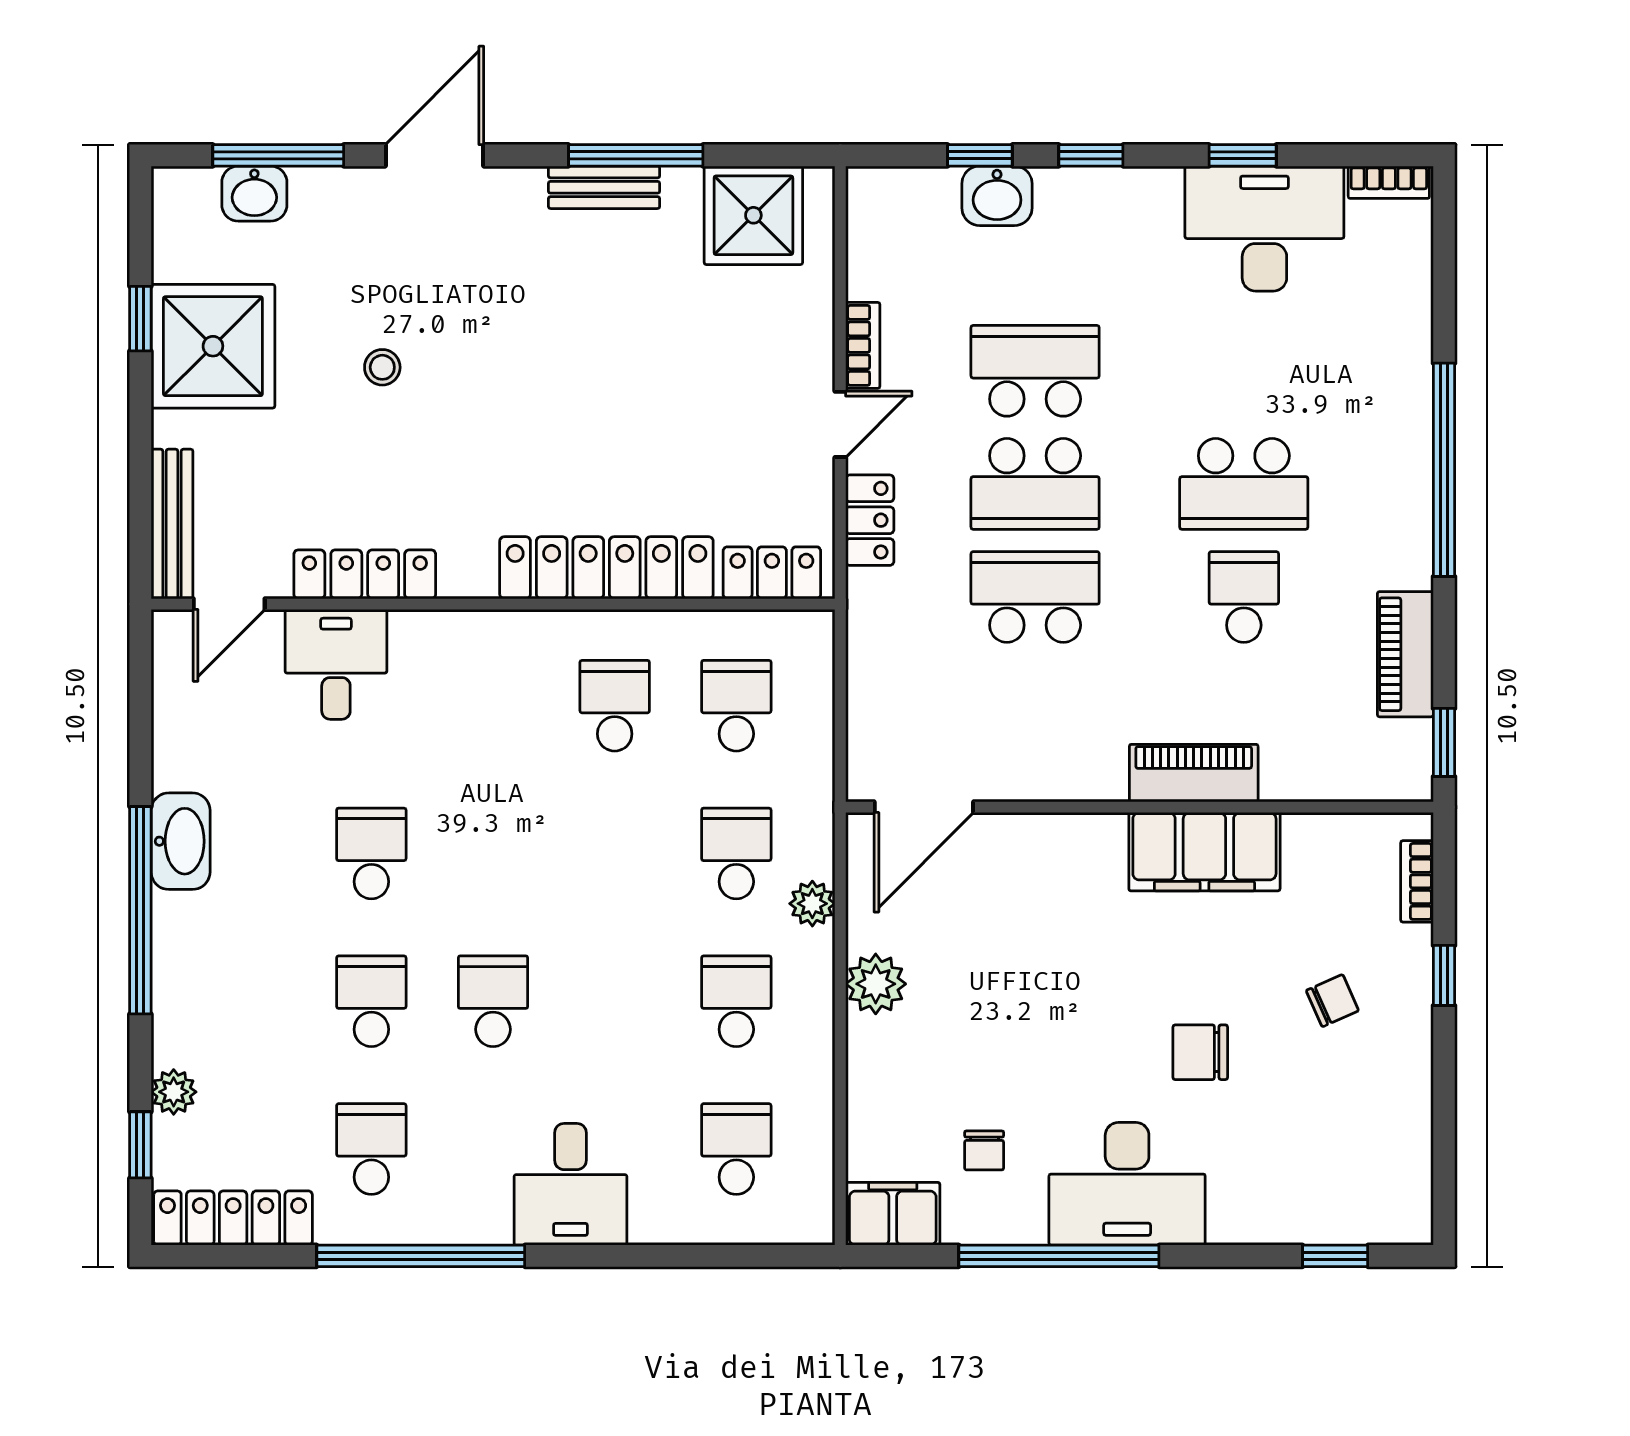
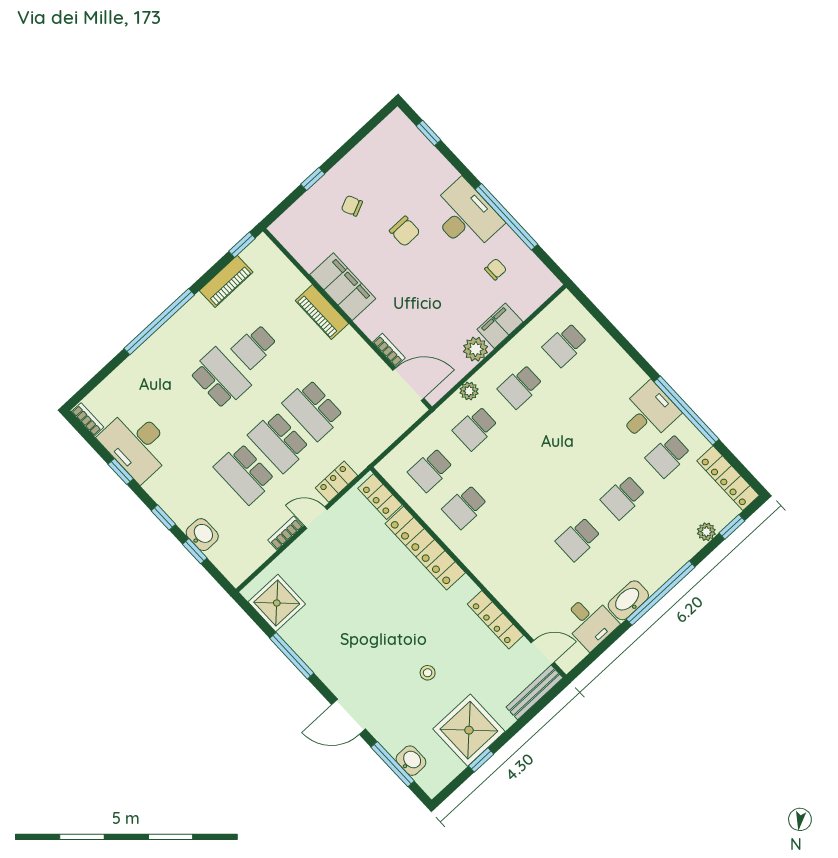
bench: (604, 187) -> (310, 656), removed
school desk: (1035, 484) -> (279, 442), turned 180
desk: (336, 664) -> (590, 622), moved, turned -90
bookcase: (1417, 881) -> (389, 350), moved, turned -90
school desk: (493, 1001) -> (589, 460), removed
desk: (570, 1184) -> (648, 413), moved
filing cabinet: (893, 1214) -> (500, 326), moved, turned 90

